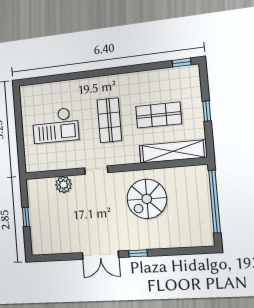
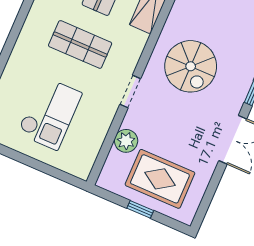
spiral stairs: (147, 199) -> (191, 66), moved
rug: (51, 220) -> (160, 179), added

